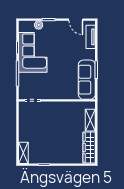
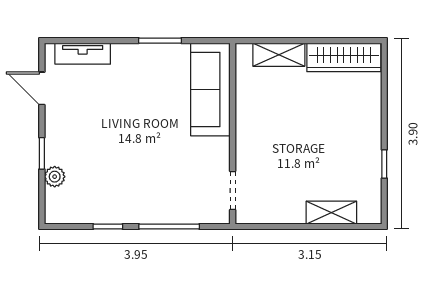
door: (76, 20) -> (42, 88), swing flipped
corner sofa: (33, 52) -> (119, 191), removed
sofa: (87, 80) -> (210, 89), moved, turned 90
shelving: (23, 153) -> (331, 213), moved

